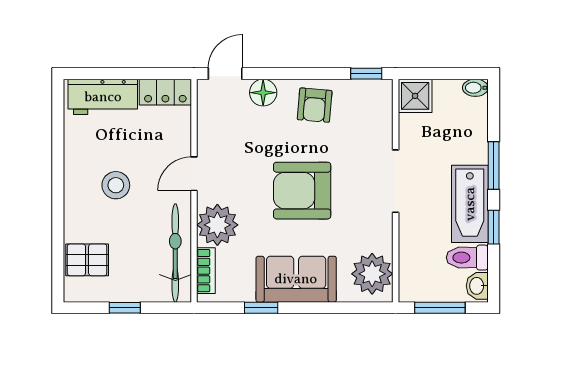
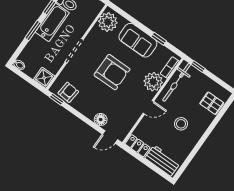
armchair: (315, 105) -> (68, 92), moved
window: (125, 308) -> (198, 66), moved

